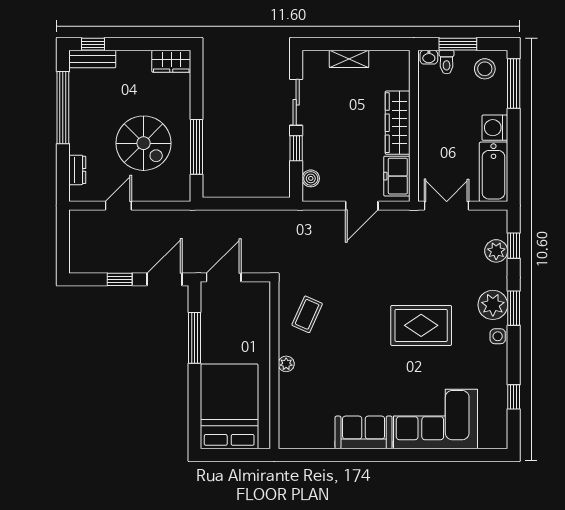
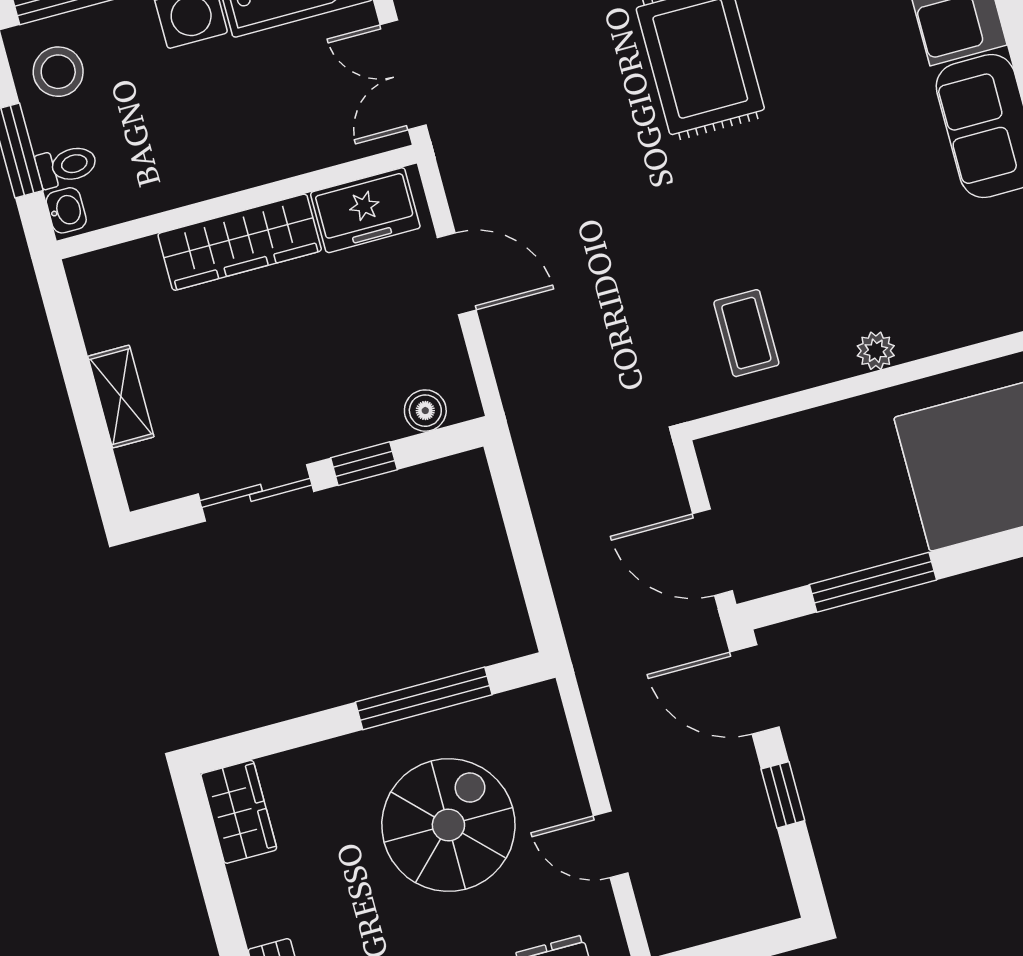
coffee table: (307, 314) -> (746, 333), turned 66

